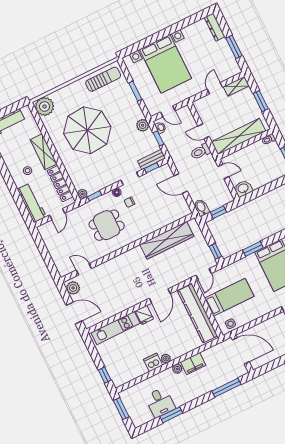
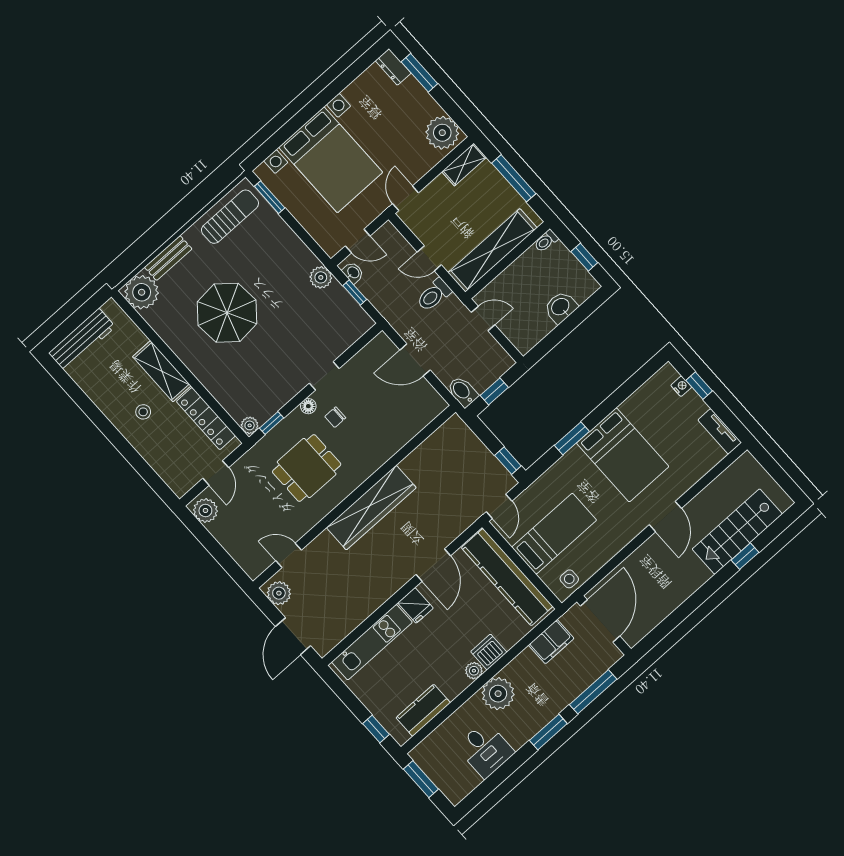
dresser: (215, 27) -> (393, 67), width x0.70
window: (234, 47) -> (419, 73), moved
plant: (229, 66) -> (442, 133), added
door: (215, 88) -> (406, 198), moved
window: (135, 91) -> (270, 197), moved
window: (261, 101) -> (514, 178), width x1.44
parasol: (87, 130) -> (227, 313), width x0.73, depth x0.73
bench: (151, 160) -> (168, 258), moved
window: (152, 168) -> (357, 347), removed
washbasin: (243, 189) -> (561, 307), moved
workbench: (32, 203) -> (166, 466), removed
plant: (46, 233) -> (205, 510), added
wardrobe: (167, 240) -> (371, 508), moved
door: (74, 313) -> (293, 636), swing flipped
door: (241, 351) -> (600, 621), hinge flipped
dishwasher: (153, 362) -> (489, 652), moved
filing cabinet: (193, 364) -> (551, 642), moved
plant: (177, 369) -> (498, 694), width x1.88, depth x1.88
kitchen counter: (133, 372) -> (423, 710), added
window: (171, 415) -> (548, 732), moved

